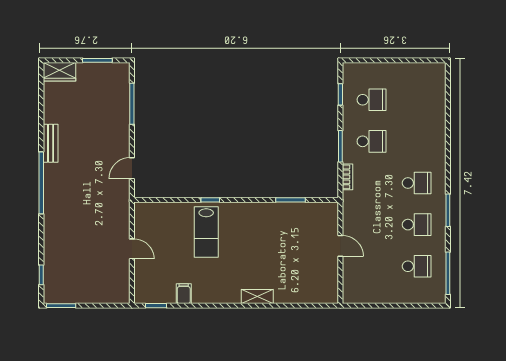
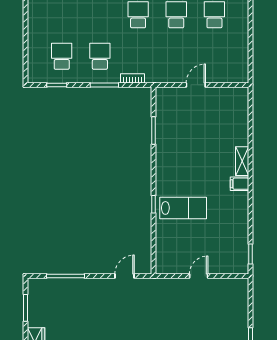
door: (132, 168) -> (125, 276), swing flipped
filing cabinet: (184, 294) -> (240, 184), moved

